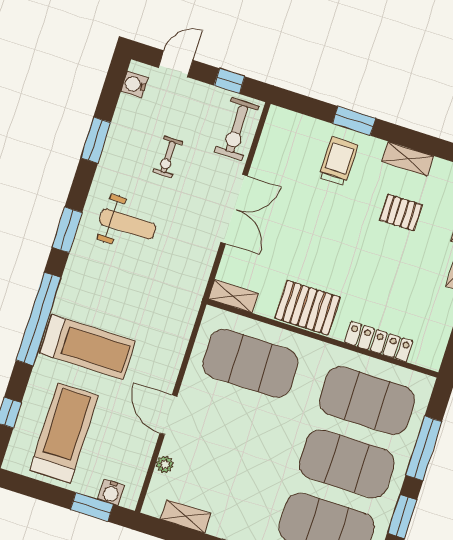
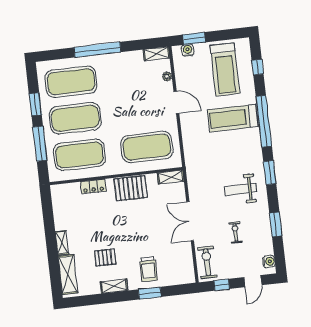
locker: (379, 342) -> (93, 186), width x0.66
shelving: (186, 516) -> (156, 54), moved

